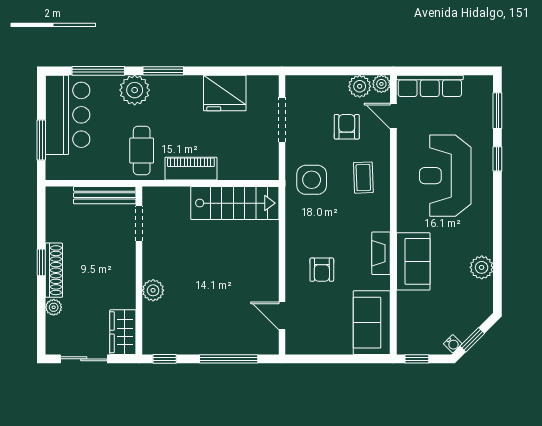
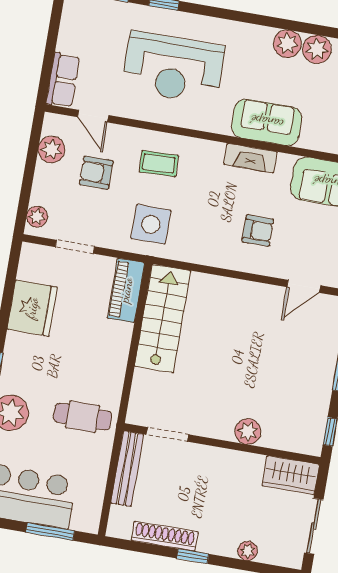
plant: (381, 84) -> (37, 217), moved
row of seats: (430, 86) -> (63, 80), width x0.68
door: (393, 116) -> (93, 116), hinge flipped
doorway: (282, 120) -> (75, 247), width x0.73
piano: (191, 169) -> (126, 290), moved
shoe rack: (54, 270) -> (165, 536), moved
plant: (481, 293) -> (317, 49), added

